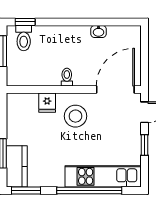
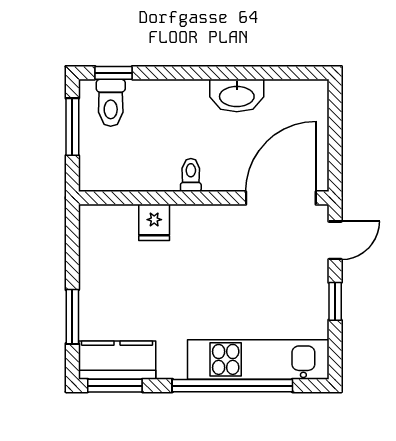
washbasin: (98, 31) -> (237, 96), width x1.91, depth x1.45
stool: (75, 116) -> (207, 247), removed
kitchen counter: (17, 166) -> (117, 360), moved, turned -90

